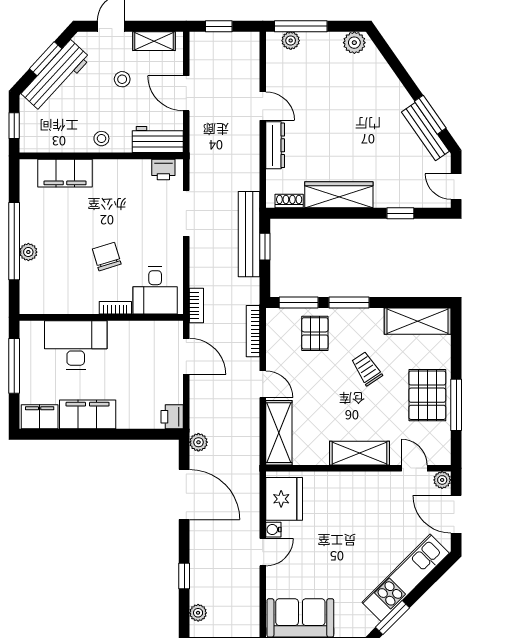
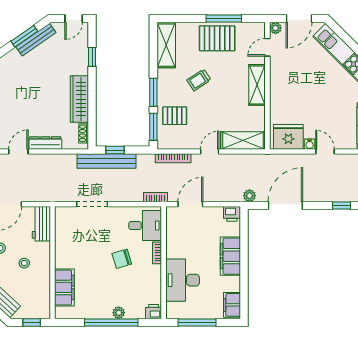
stool: (101, 139) -> (24, 263), moved
printer: (163, 169) -> (154, 312), moved, turned -90
filing cabinet: (88, 414) -> (230, 256), moved

